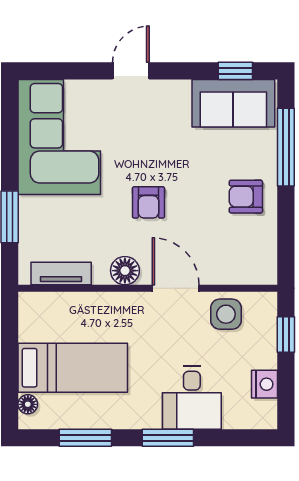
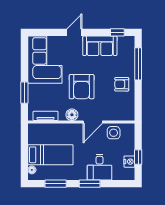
sofa: (233, 103) -> (100, 46), moved
armchair: (148, 202) -> (82, 87), width x1.88, depth x1.88
door: (176, 288) -> (93, 122), swing flipped
window: (286, 334) -> (138, 157), moved

